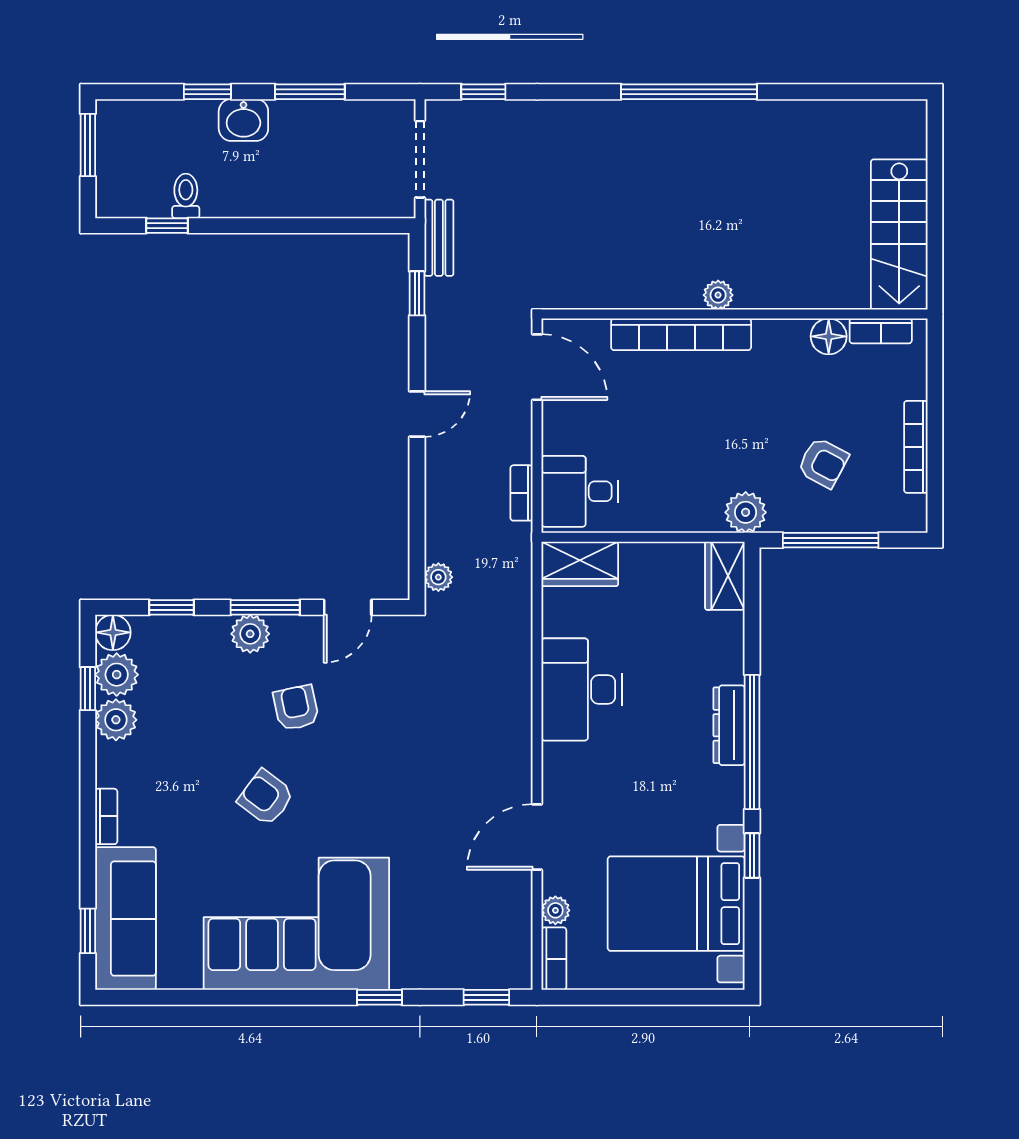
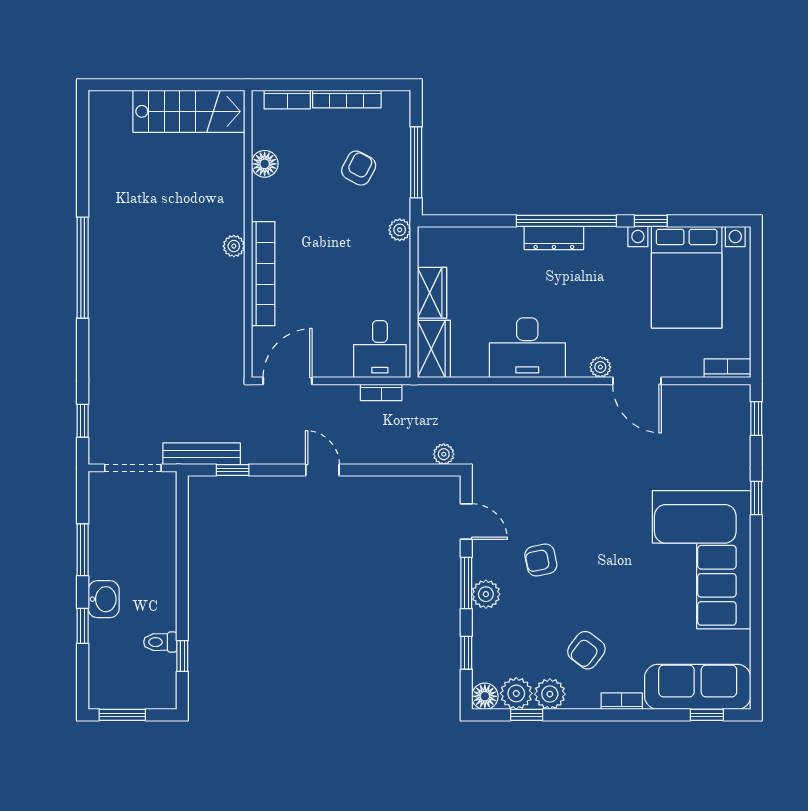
bench: (439, 238) -> (202, 454), width x1.36
bookcase: (881, 331) -> (287, 100), moved, turned 90
plant: (746, 512) -> (400, 230), width x0.73, depth x0.73
wardrobe: (725, 576) -> (432, 293), moved, turned -90
armchair: (266, 798) -> (586, 650), moved
plant: (555, 910) -> (600, 367), moved

